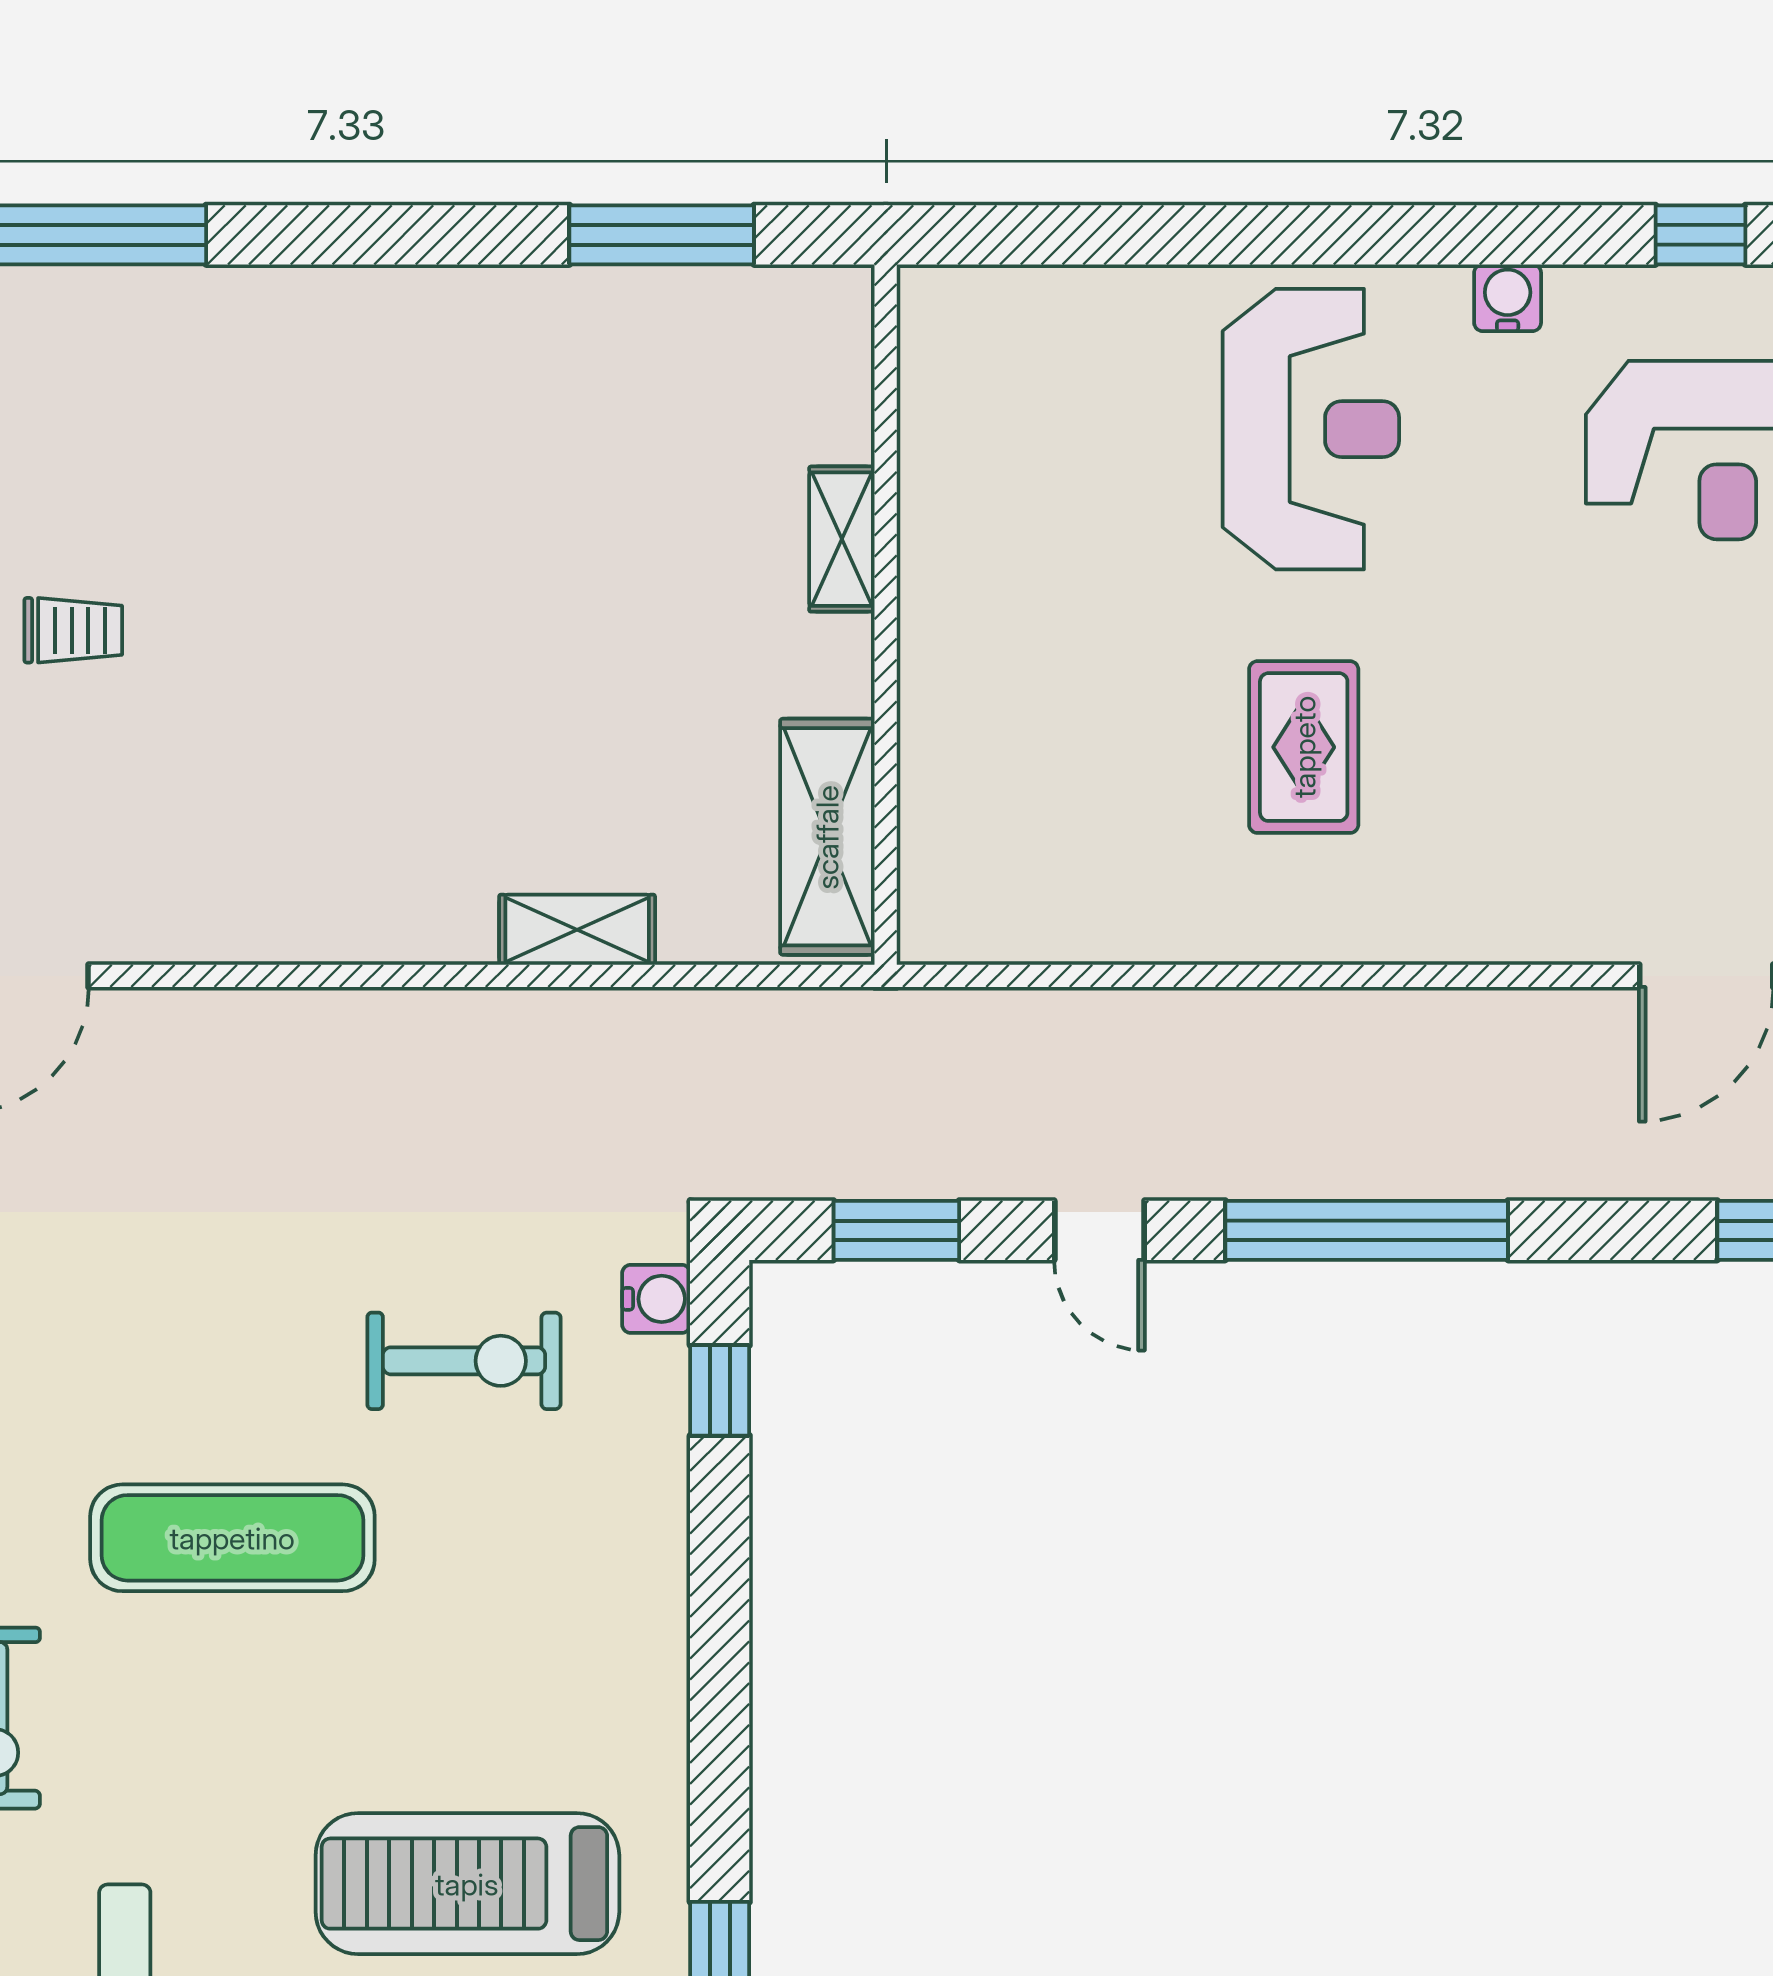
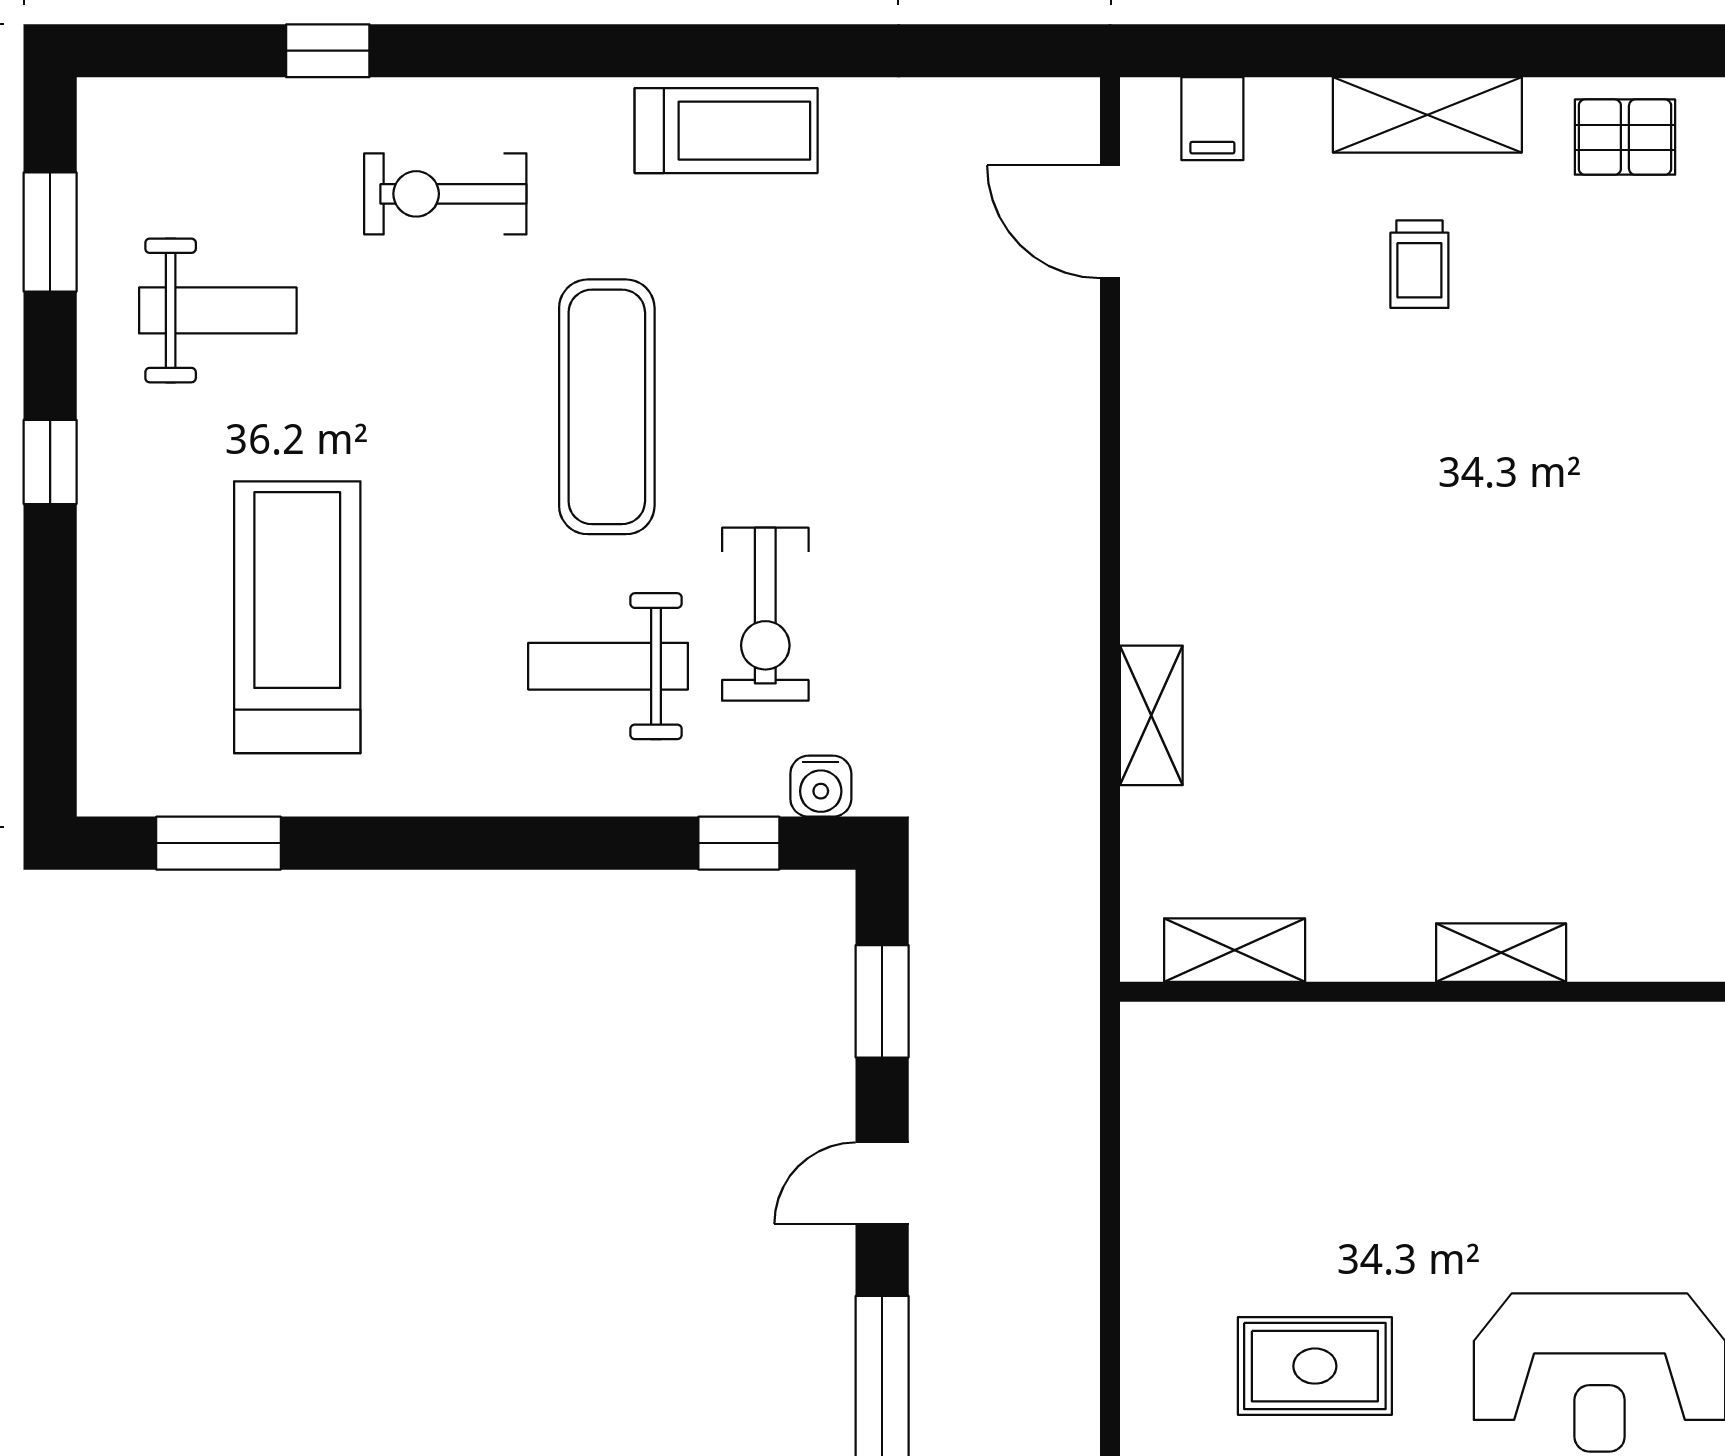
shelving: (827, 837) -> (1235, 950), width x0.67, depth x0.75
weight bench: (522, 1536) -> (608, 666), added

